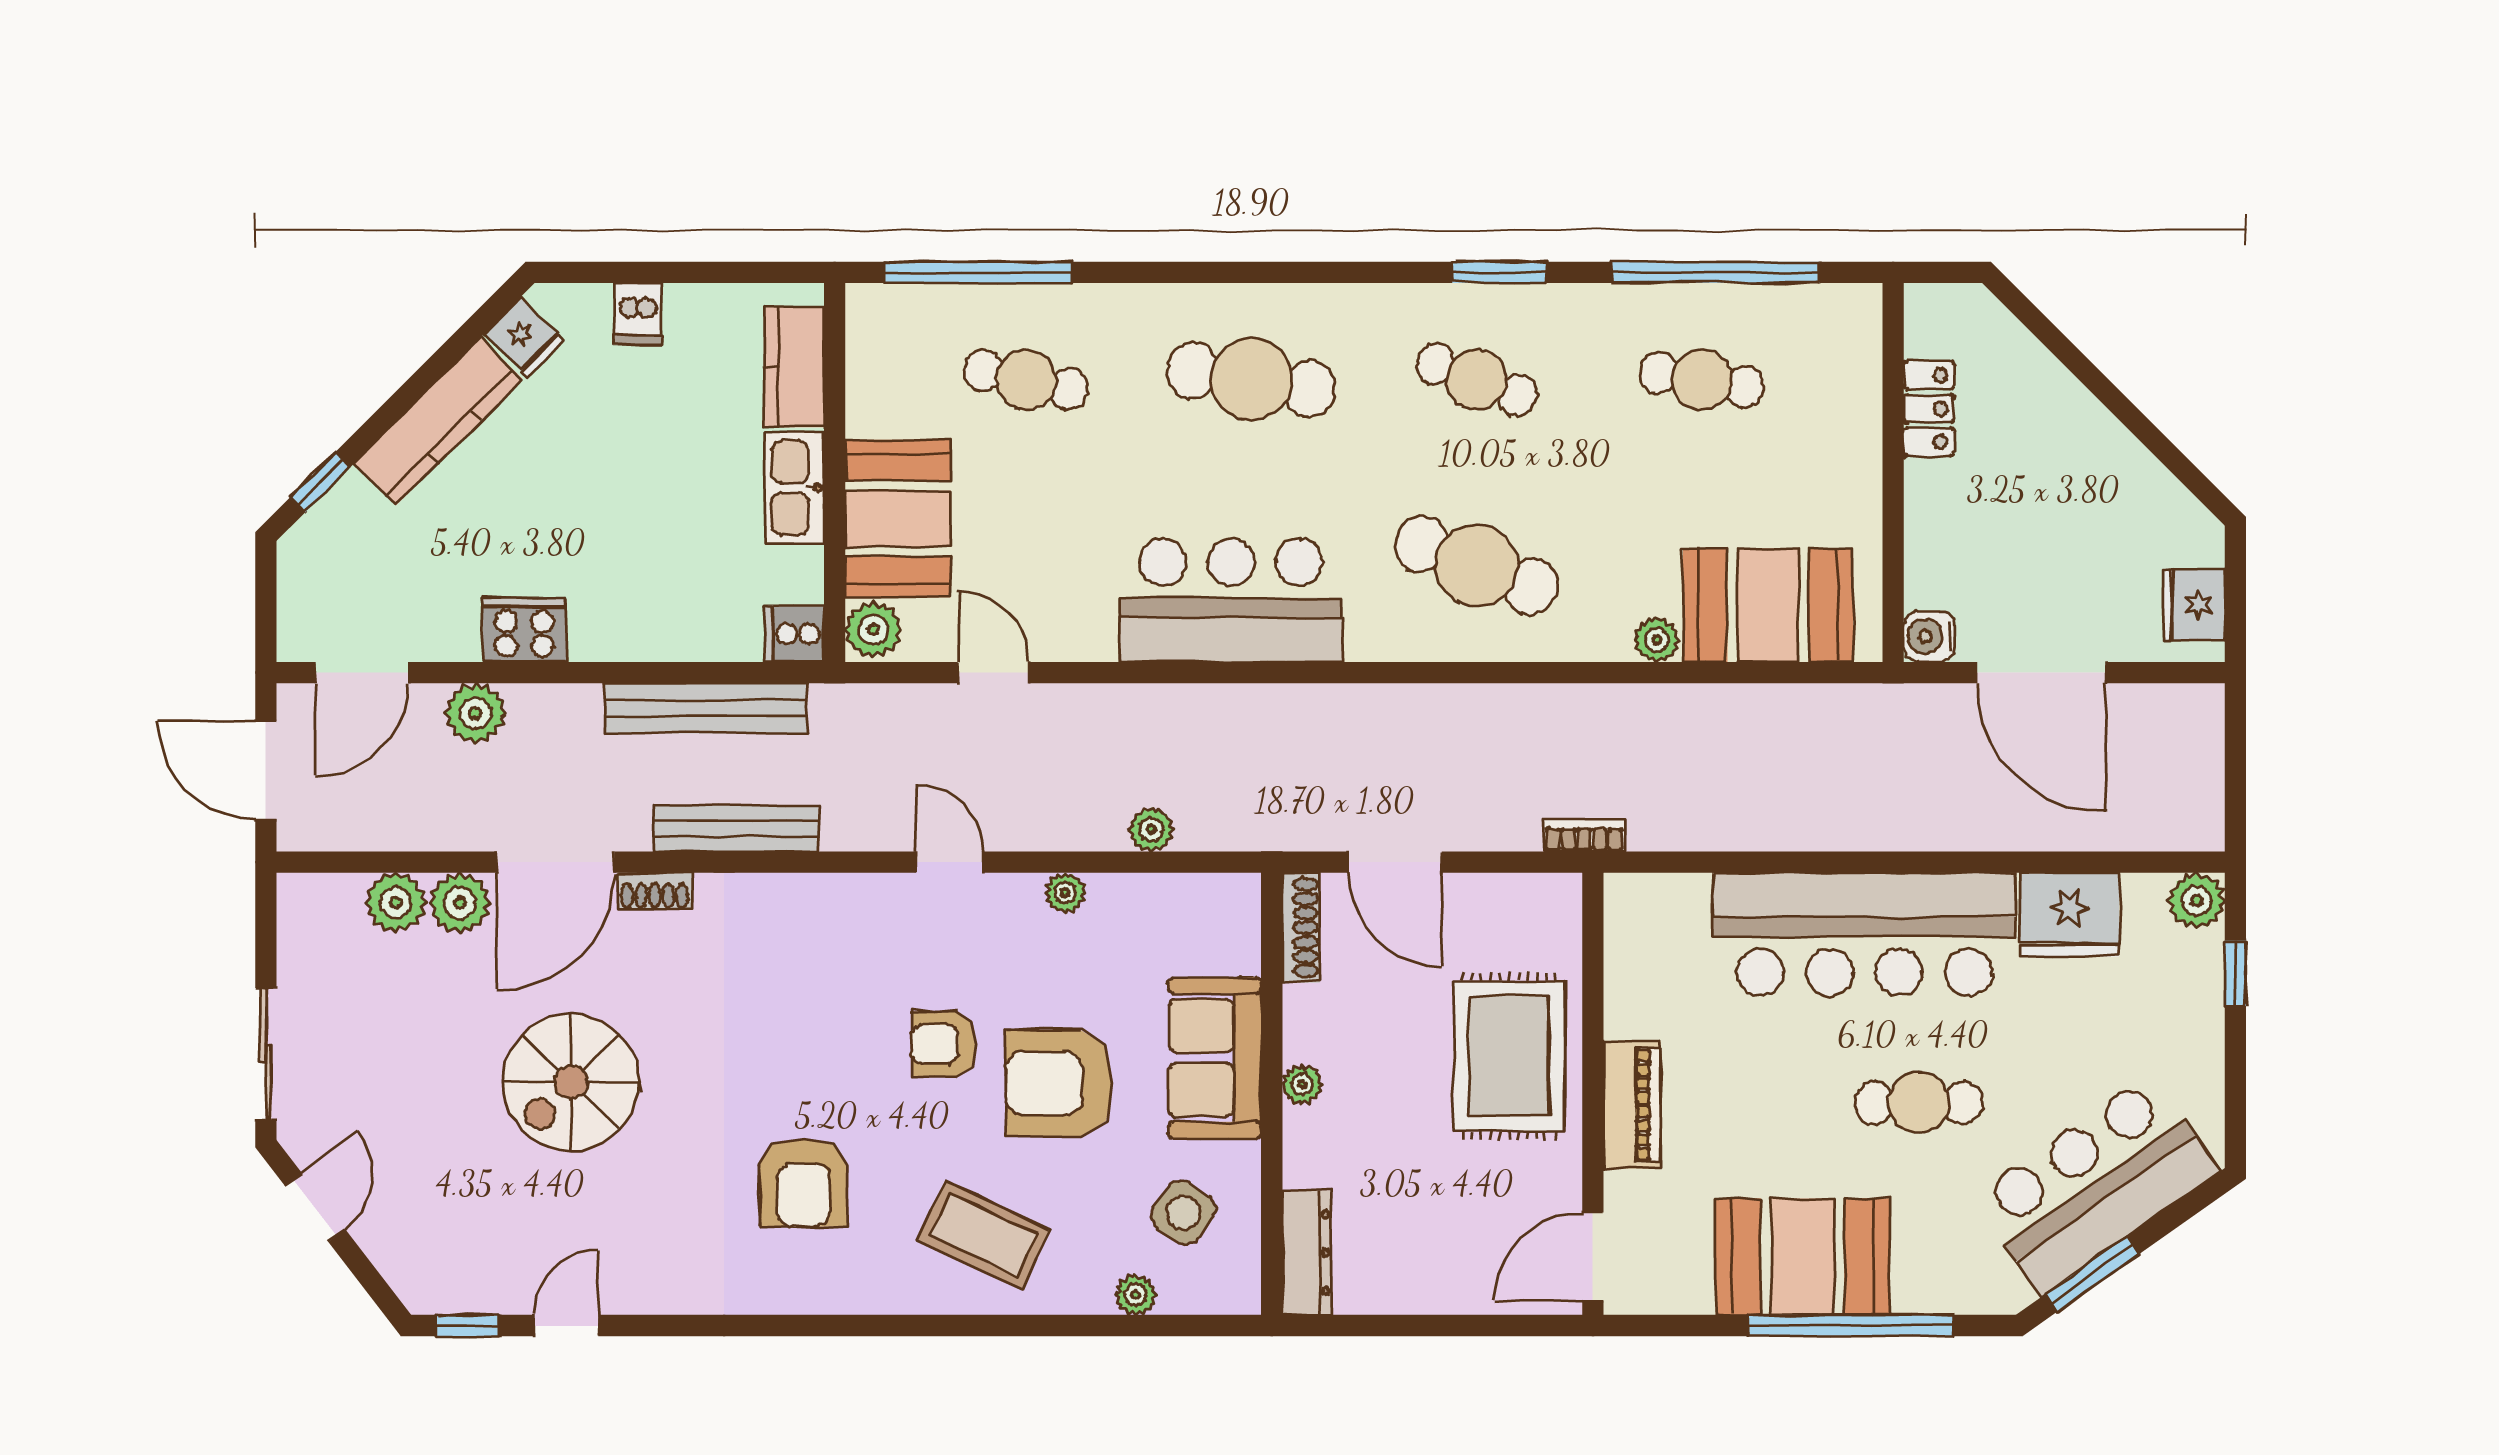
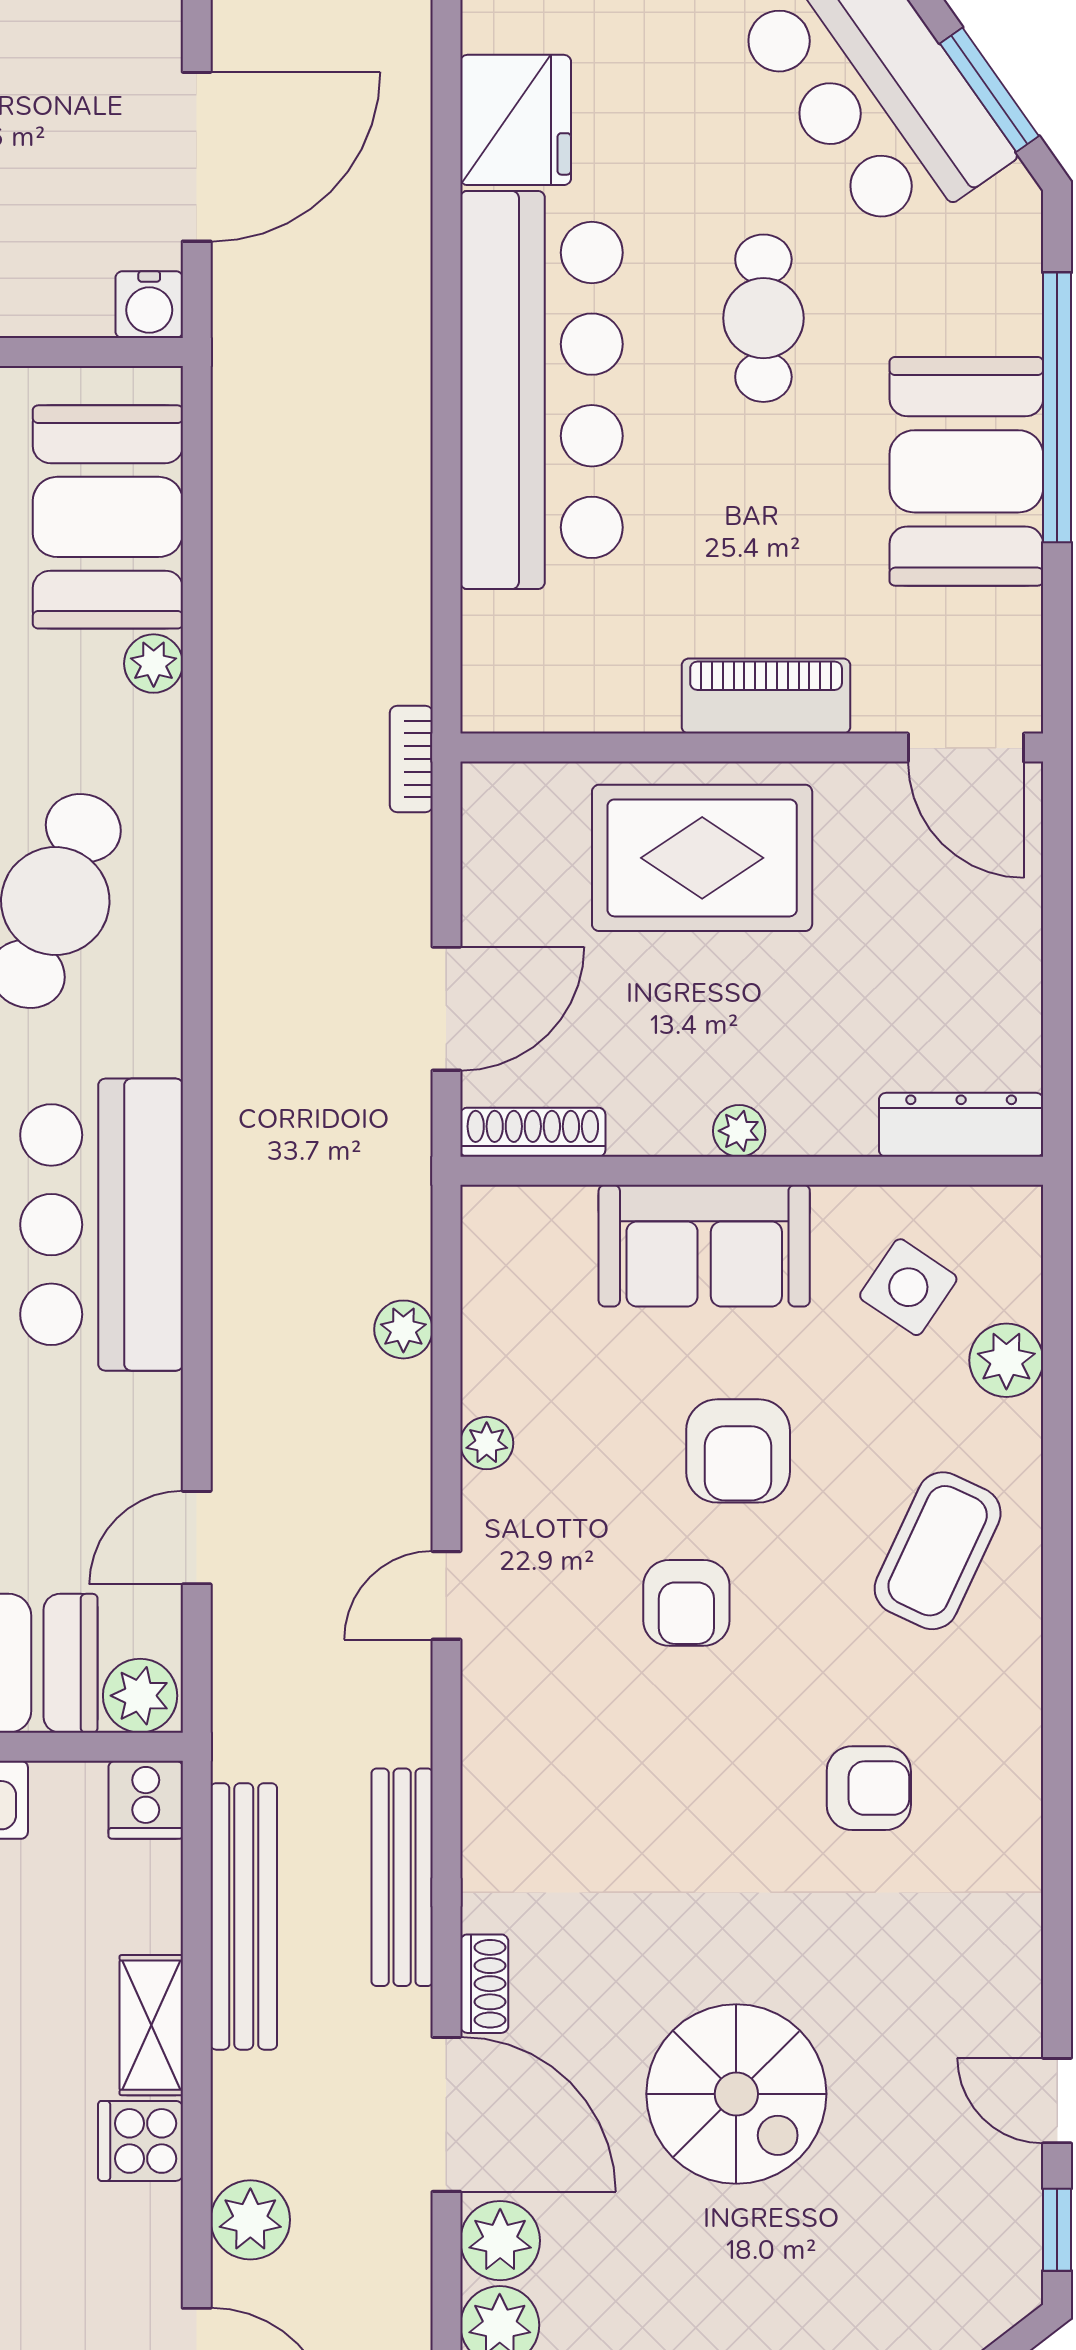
cooker: (524, 630) -> (141, 2141), width x0.73
shelving: (623, 638) -> (151, 2025), added
armchair: (1059, 1083) -> (738, 1451), width x0.73, depth x0.73
armchair: (803, 1183) -> (869, 1788), width x0.72, depth x0.72
plant: (1136, 1295) -> (1006, 1360), width x1.38, depth x1.38

